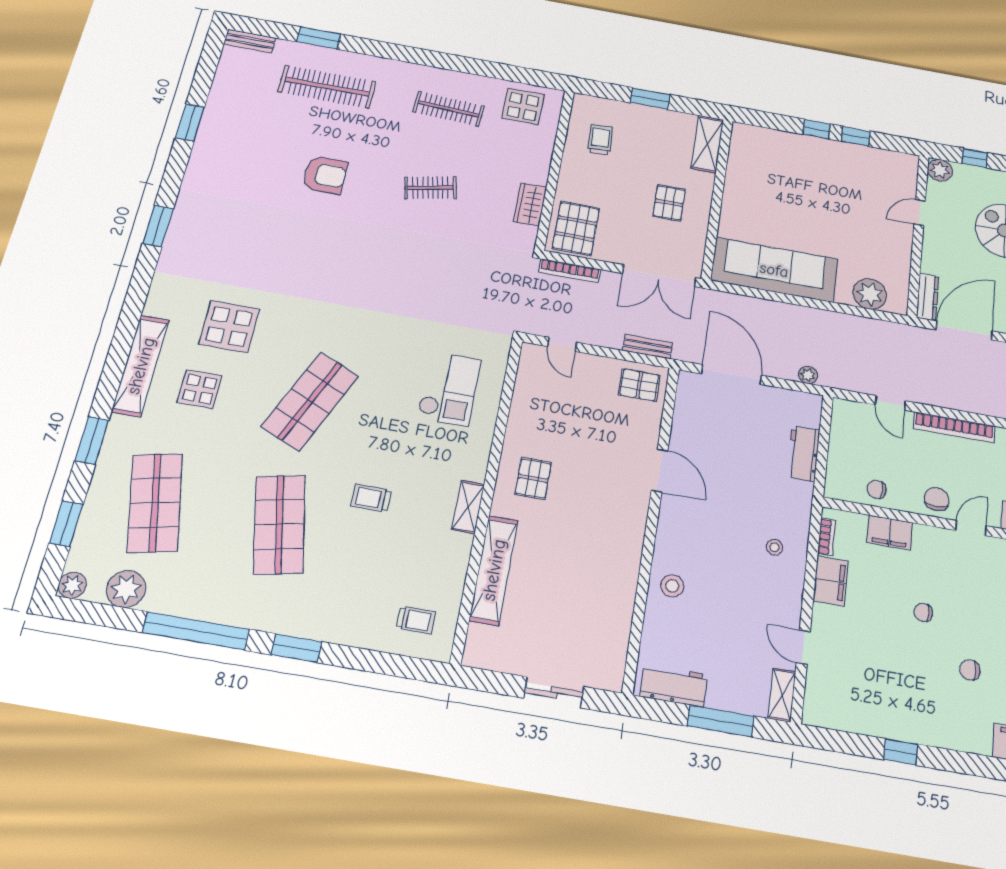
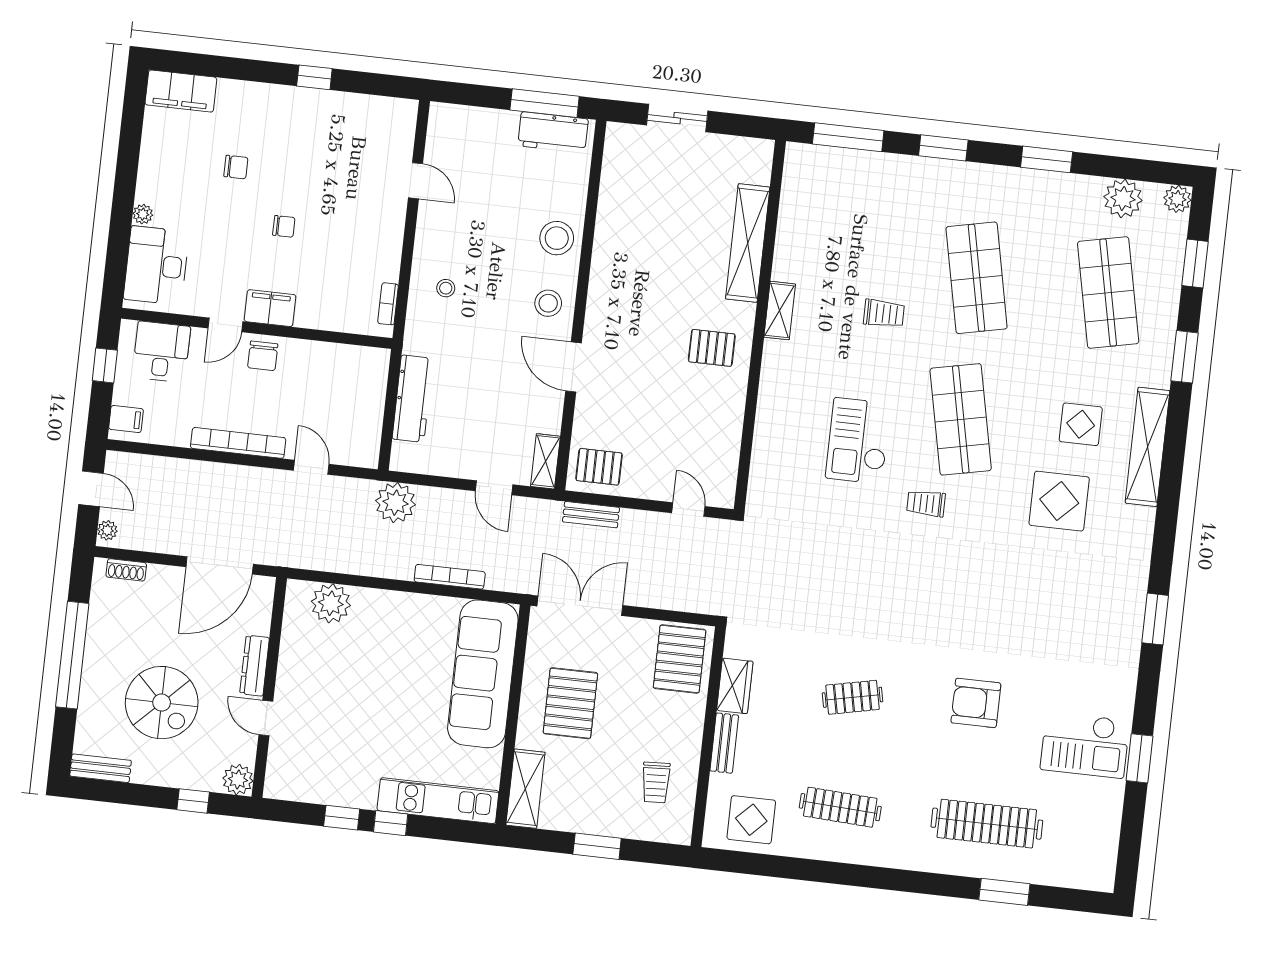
bench: (250, 41) -> (724, 743), moved, turned 90
checkout: (235, 136) -> (1085, 745), added
kitchen unit: (779, 142) -> (438, 801), added
pallet: (669, 203) -> (570, 703), width x1.50, depth x1.42
door: (920, 212) -> (266, 718), swing flipped
sofa: (774, 270) -> (483, 674), moved, turned 90
bookcase: (570, 271) -> (450, 577), moved
dresser: (928, 297) -> (255, 666), moved
door: (732, 375) -> (494, 488), width x0.53
plant: (808, 375) -> (395, 503), width x1.88, depth x1.88
checkout: (449, 389) -> (858, 441), moved
shop shelf: (310, 401) -> (961, 419), turned -36
workbench: (803, 453) -> (413, 399), width x1.38
pallet: (533, 478) -> (712, 348), turned 90
chair: (877, 489) -> (331, 362), removed
stool: (681, 528) -> (548, 303), added
filing cabinet: (890, 533) -> (270, 308), moved
filing cabinet: (831, 581) -> (385, 255), removed
stool: (672, 586) -> (557, 238), width x1.38, depth x1.38
trolley: (416, 620) -> (926, 503), moved
window: (196, 631) -> (1047, 159), width x0.47
window: (389, 664) -> (848, 137), added
shelving: (782, 695) -> (545, 461), moved
window: (721, 721) -> (545, 103), moved

